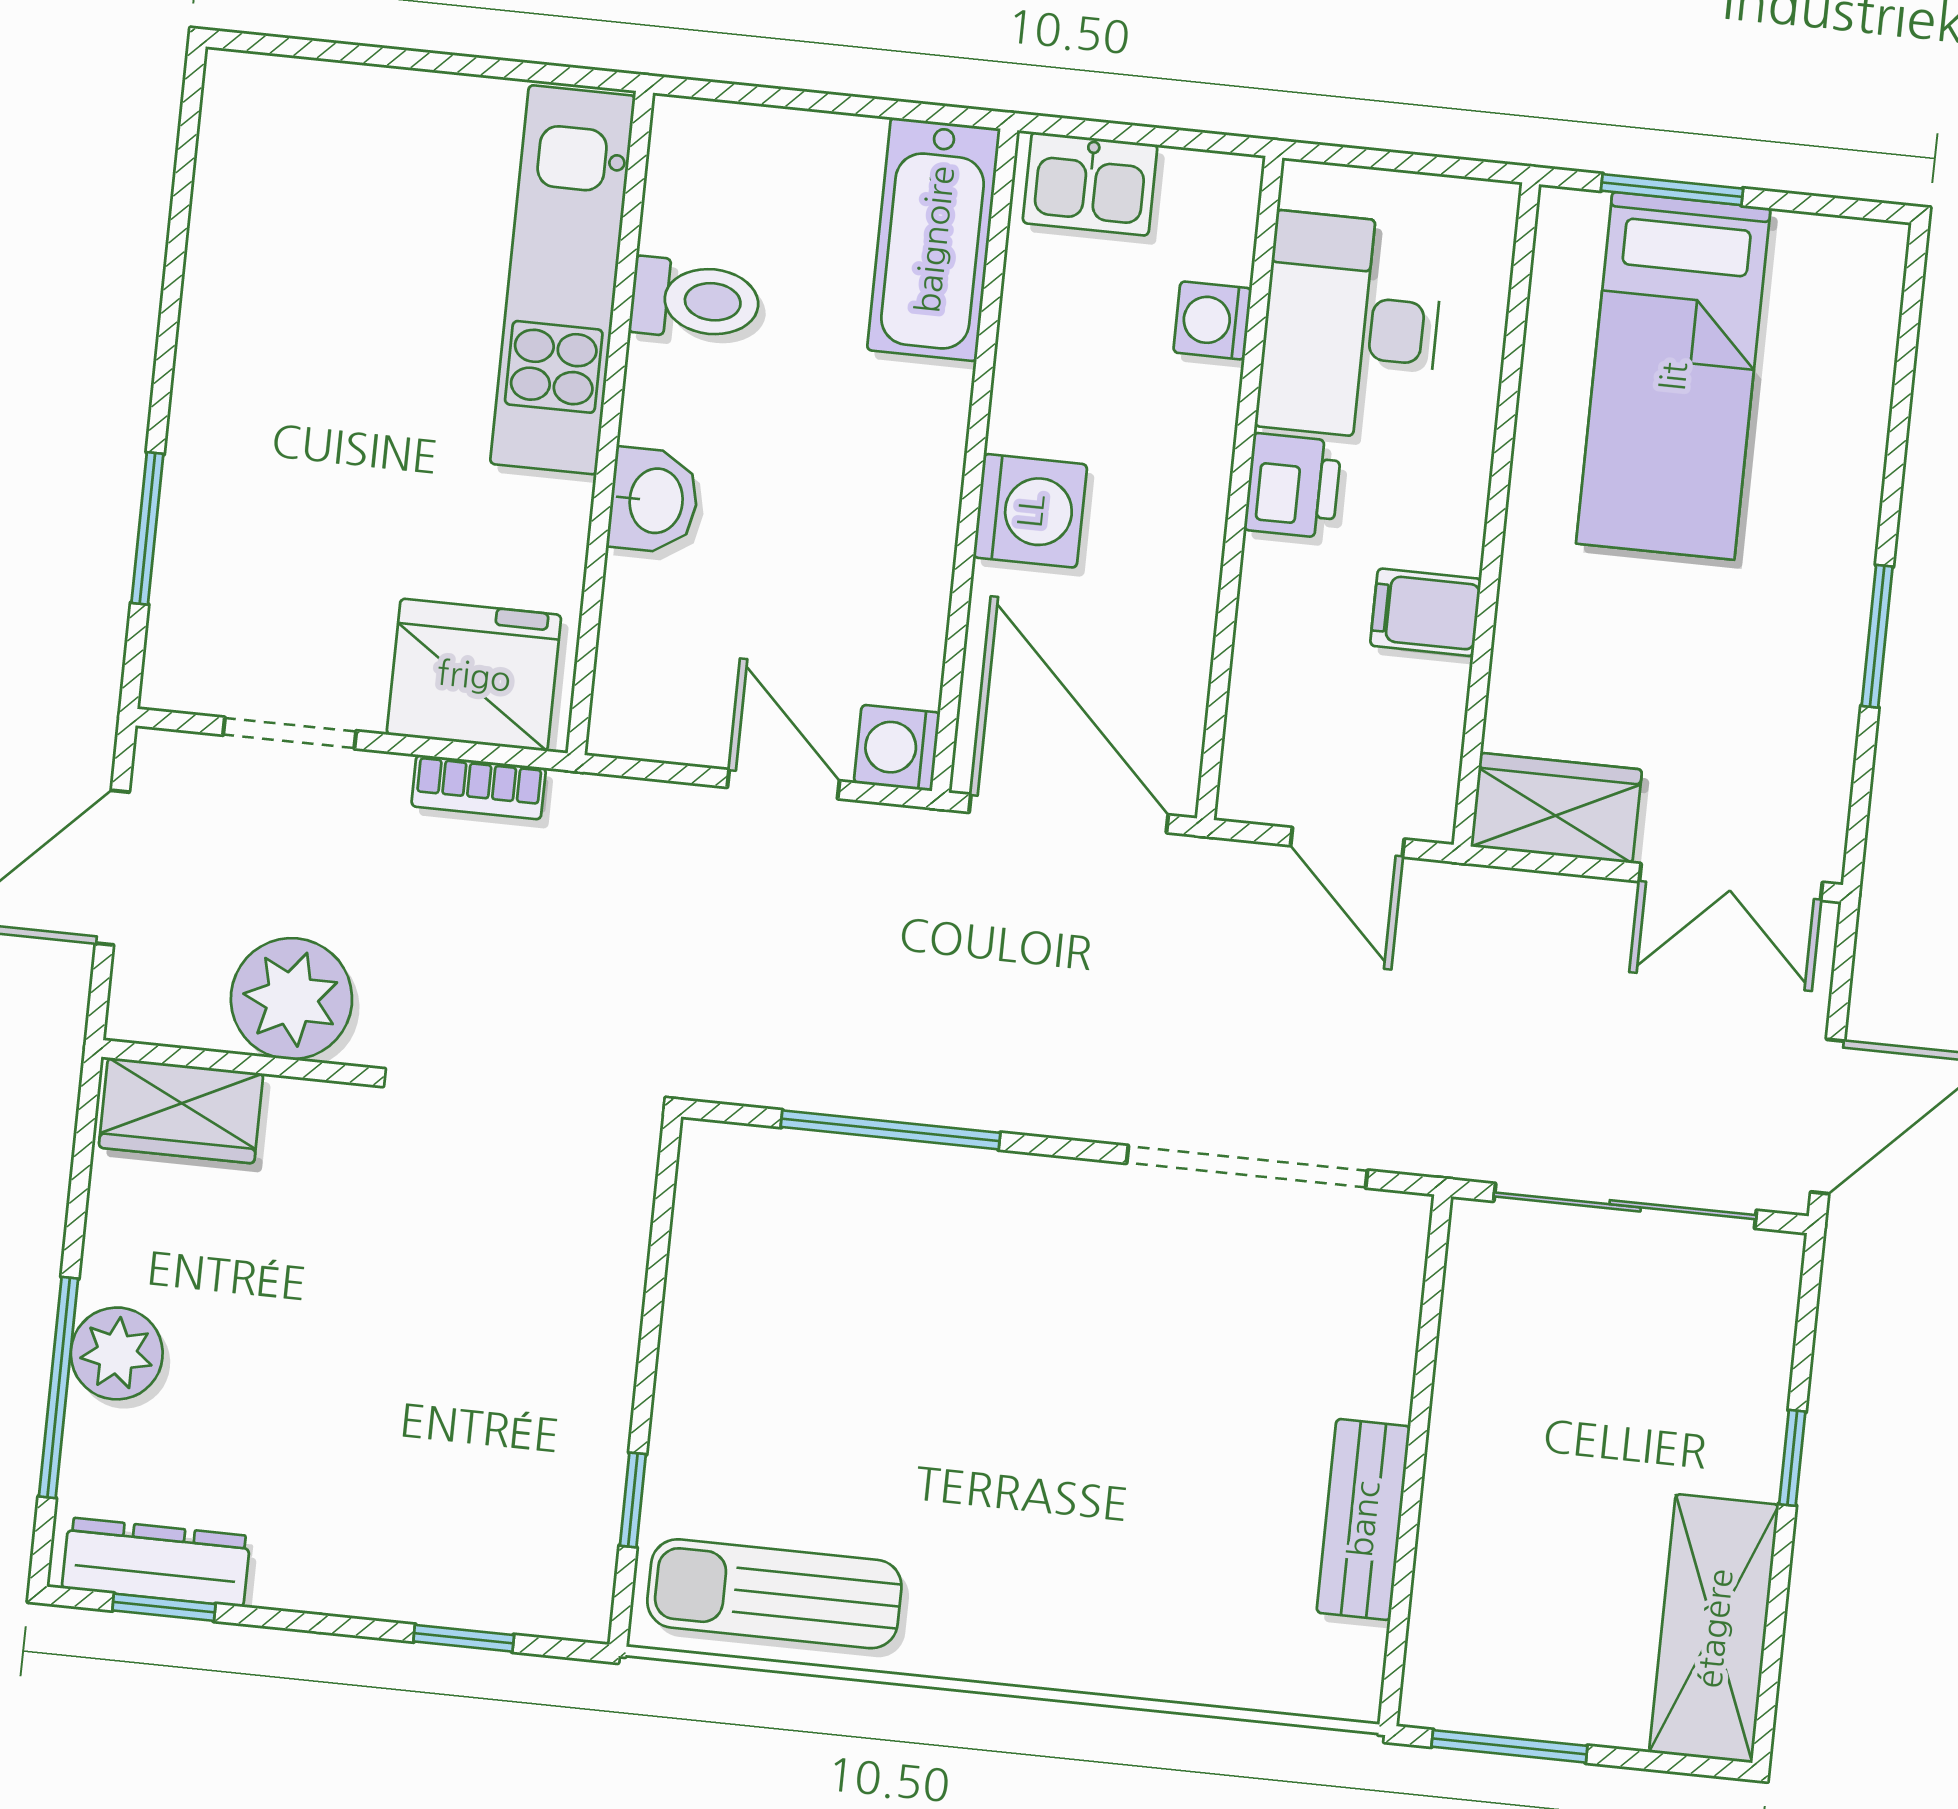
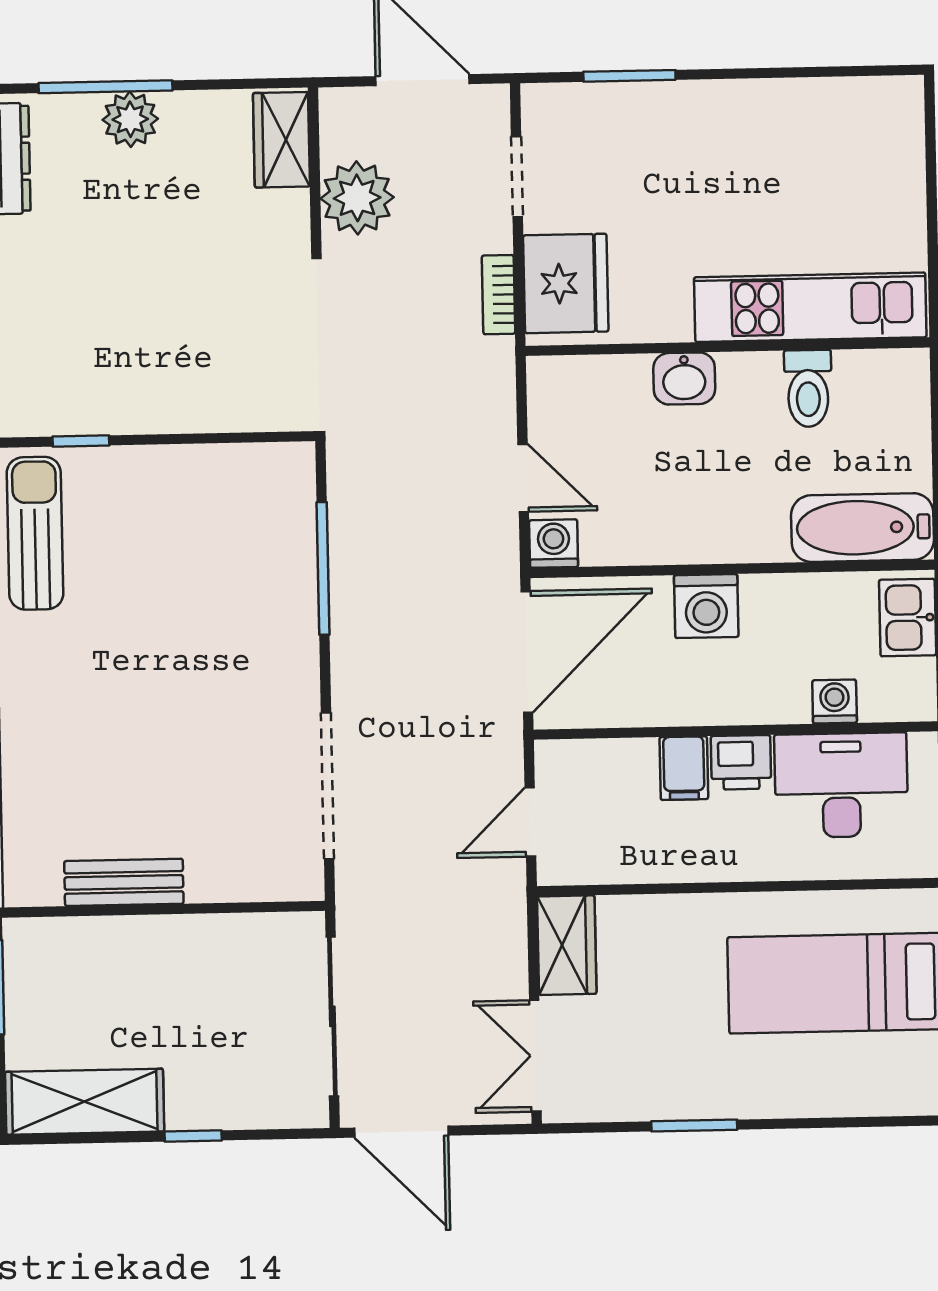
filing cabinet: (1426, 612) -> (684, 768), moved, turned 180
door: (783, 784) -> (523, 478), hinge flipped

